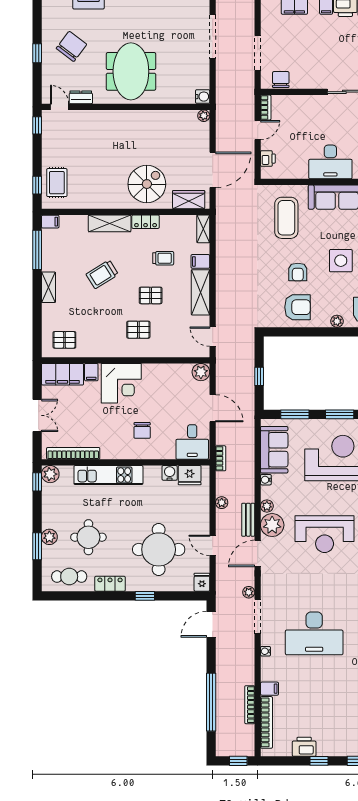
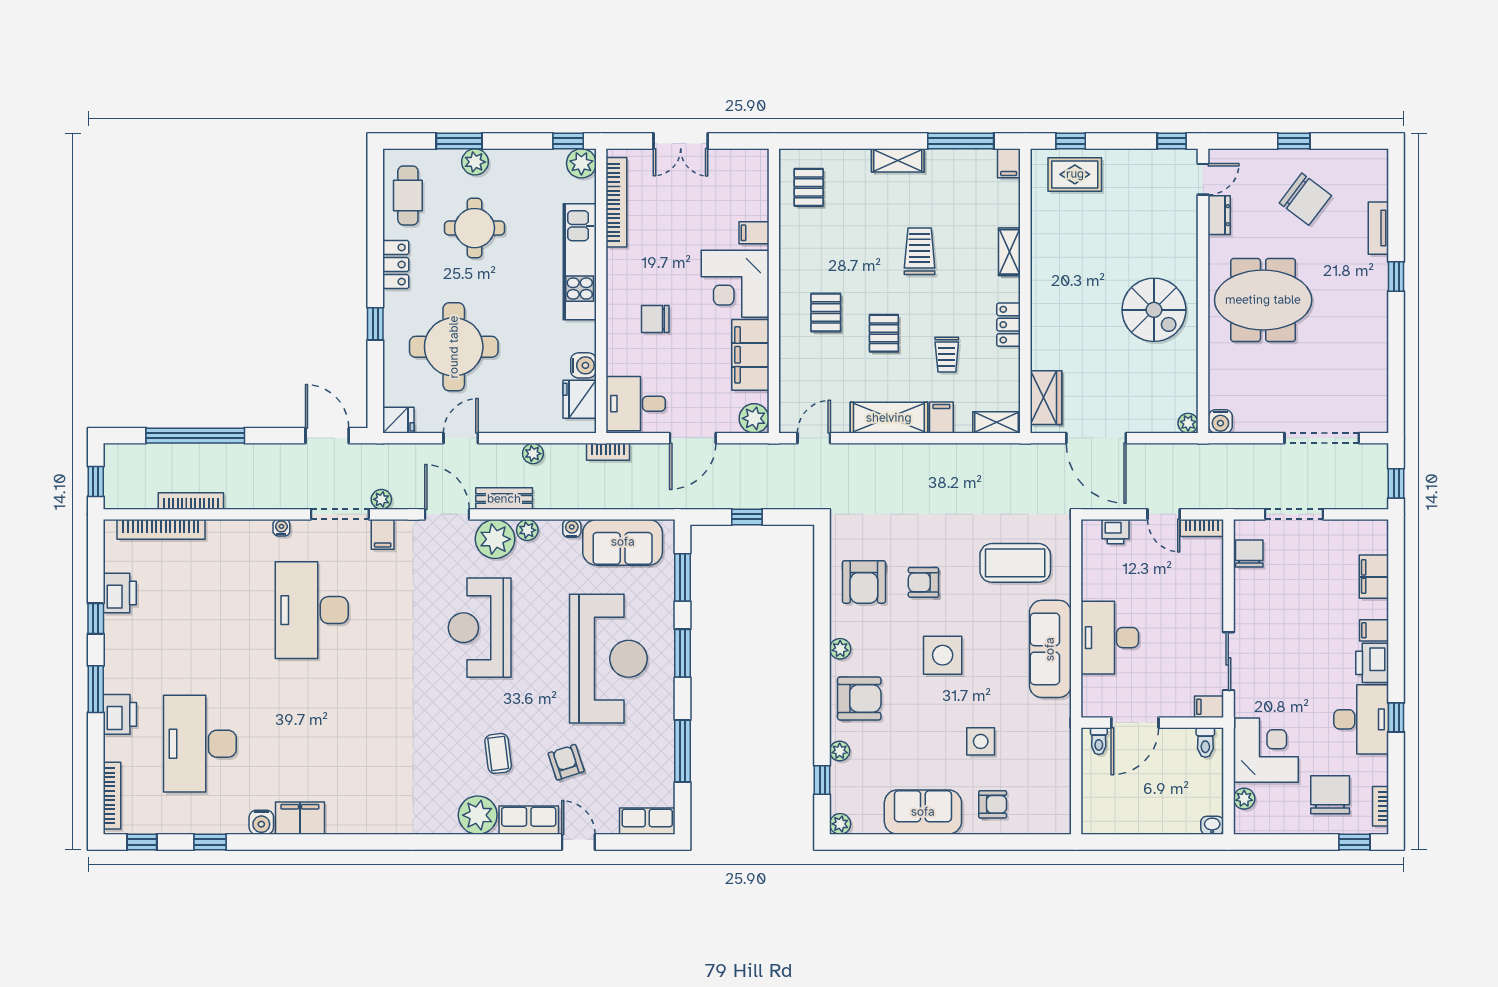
chair: (281, 80) -> (1249, 554), turned -90
spiral stairs: (147, 184) -> (1154, 310), moved
shelving: (110, 223) -> (1009, 252), width x0.67, depth x0.75
trolley: (102, 274) -> (920, 251), turned 32
filing cabinet: (63, 374) -> (750, 355), moved
filing cabinet: (269, 689) -> (383, 534), moved

